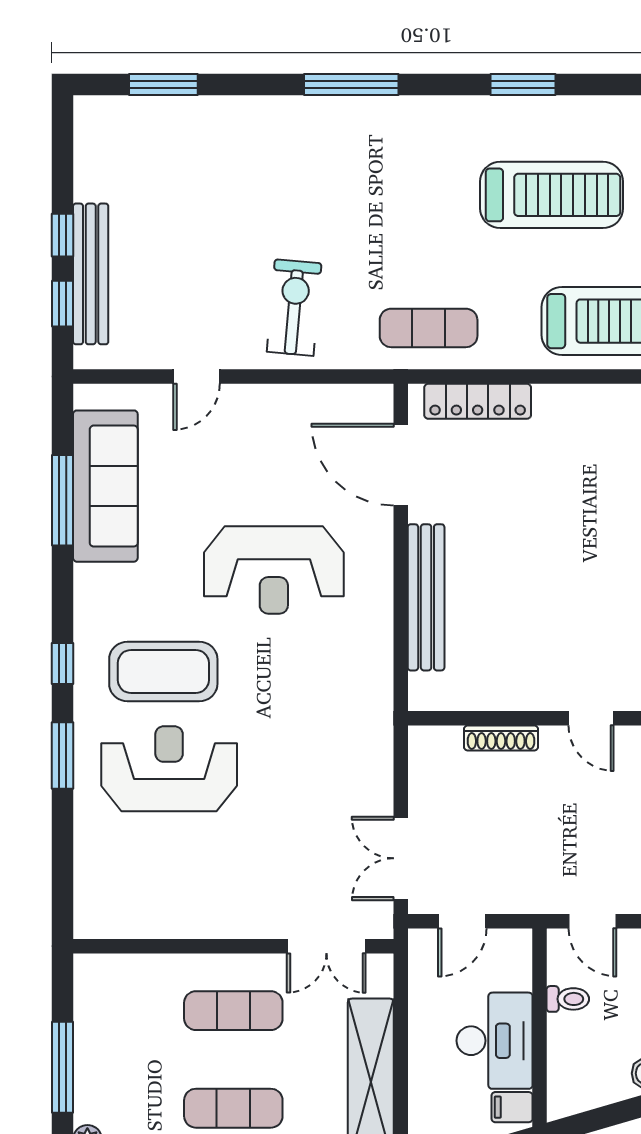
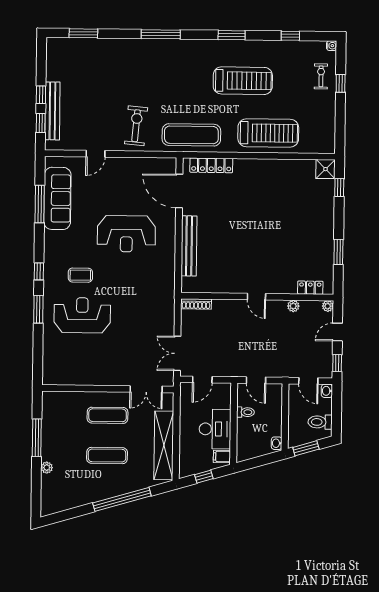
exercise mat: (429, 328) -> (191, 135), width x1.36, depth x1.45
coffee table: (163, 672) -> (80, 275), width x0.54, depth x0.58
shoe rack: (501, 738) -> (196, 304), moved

